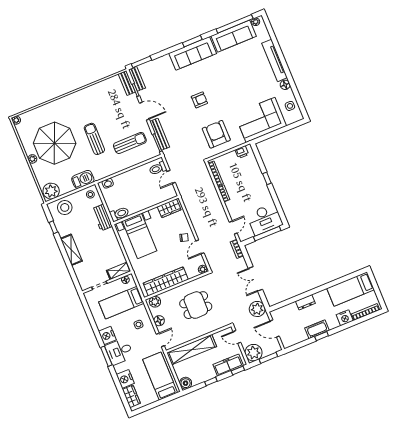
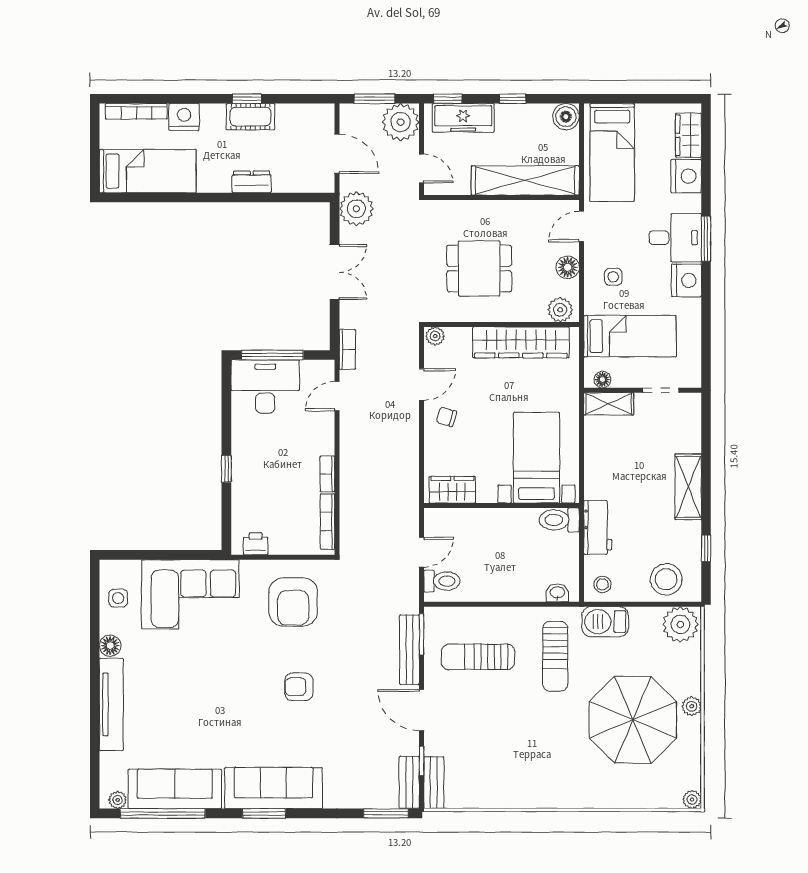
sun lounger: (94, 139) -> (555, 656), moved

